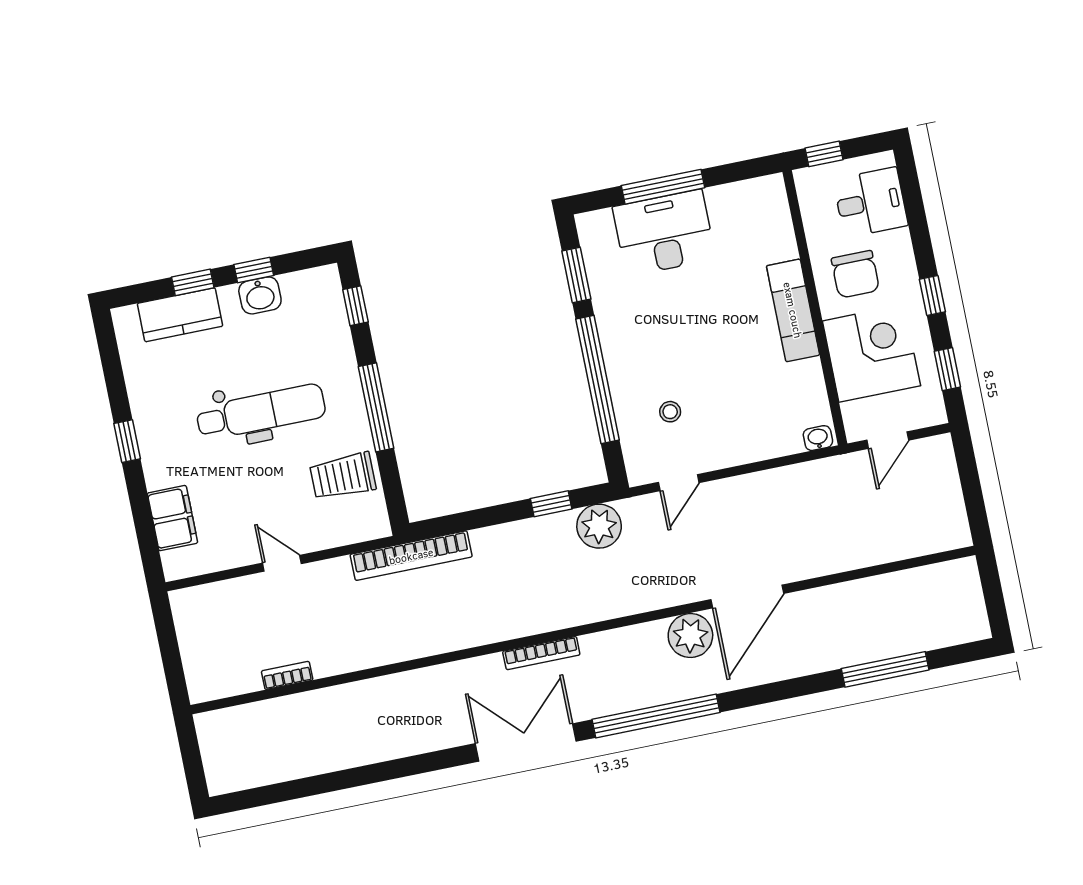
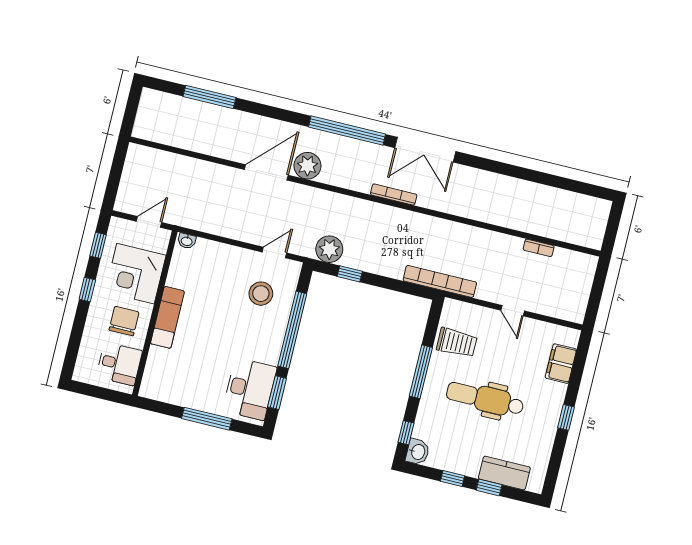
window: (824, 154) -> (110, 395), removed
desk: (870, 202) -> (119, 364), moved, turned 180
desk: (664, 233) -> (250, 389), moved, turned -90
washbasin: (260, 295) -> (418, 452), moved, turned 90
stool: (670, 412) -> (261, 294), width x1.89, depth x1.89

